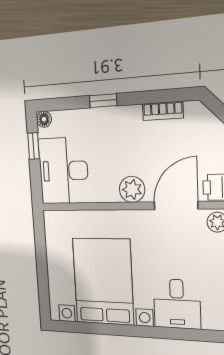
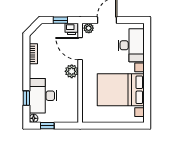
window: (103, 101) -> (26, 98), moved
desk: (64, 171) -> (43, 96), moved, turned 90
desk: (177, 304) -> (131, 45), width x1.37

